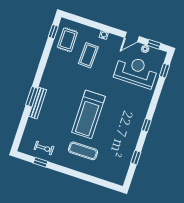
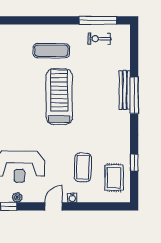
window: (53, 32) -> (134, 163), moved
door: (132, 37) -> (54, 206), moved
window: (32, 97) -> (134, 95), width x1.44
window: (40, 162) -> (98, 20), width x2.17

